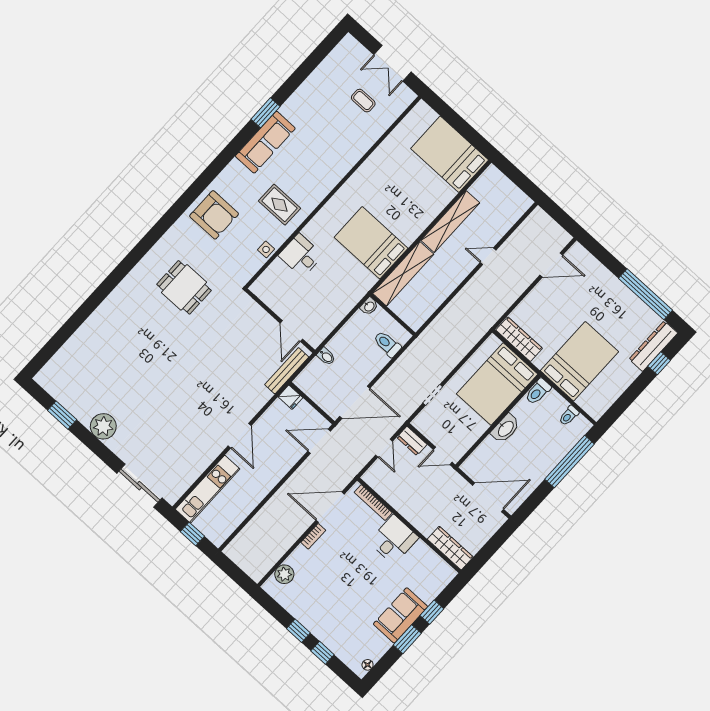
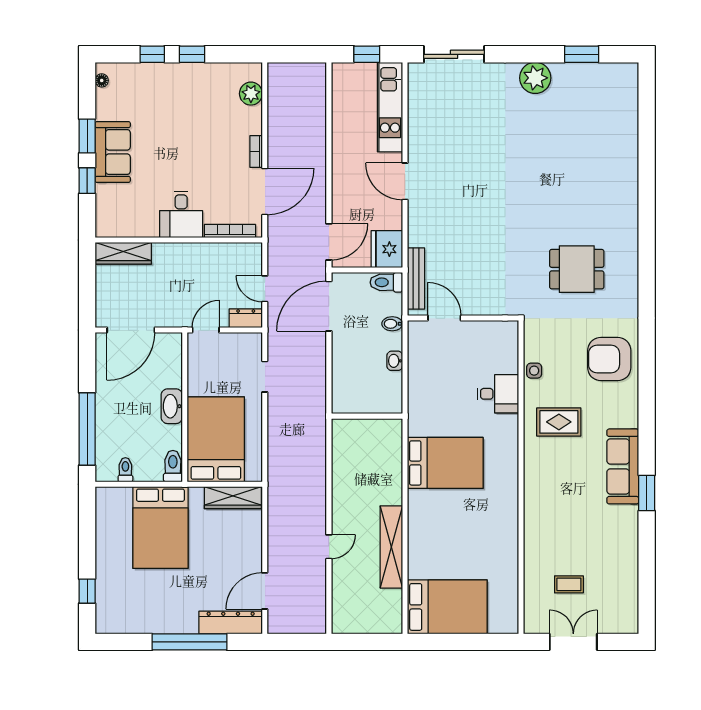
shelving: (403, 274) -> (391, 461), removed
window: (646, 294) -> (190, 642), moved
washbasin: (369, 306) -> (395, 361), moved
toilet: (387, 344) -> (386, 282), moved, turned 180
dresser: (653, 346) -> (231, 623), moved, turned -90
fridge: (290, 397) -> (387, 249), width x1.88, depth x1.34

